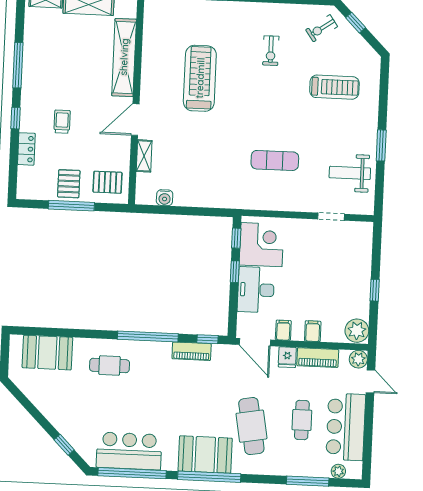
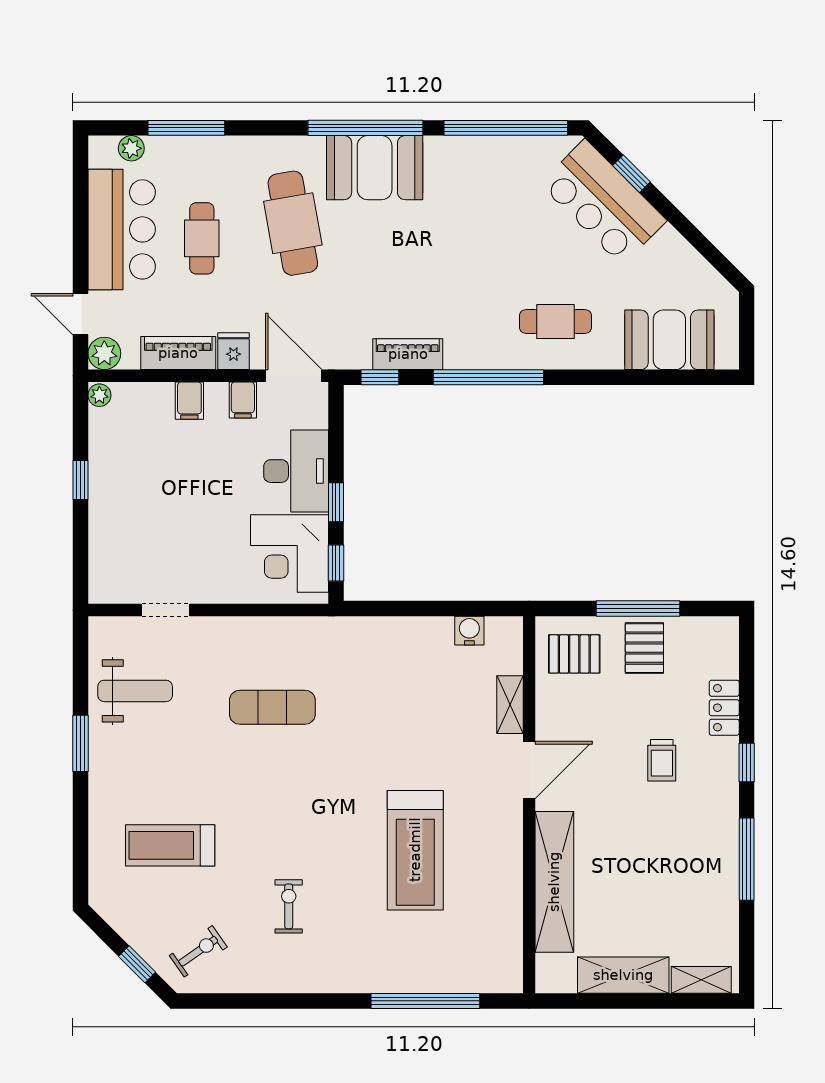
plant: (357, 331) -> (99, 395), width x0.53, depth x0.53
bar counter: (129, 451) -> (603, 202), moved, turned 45

